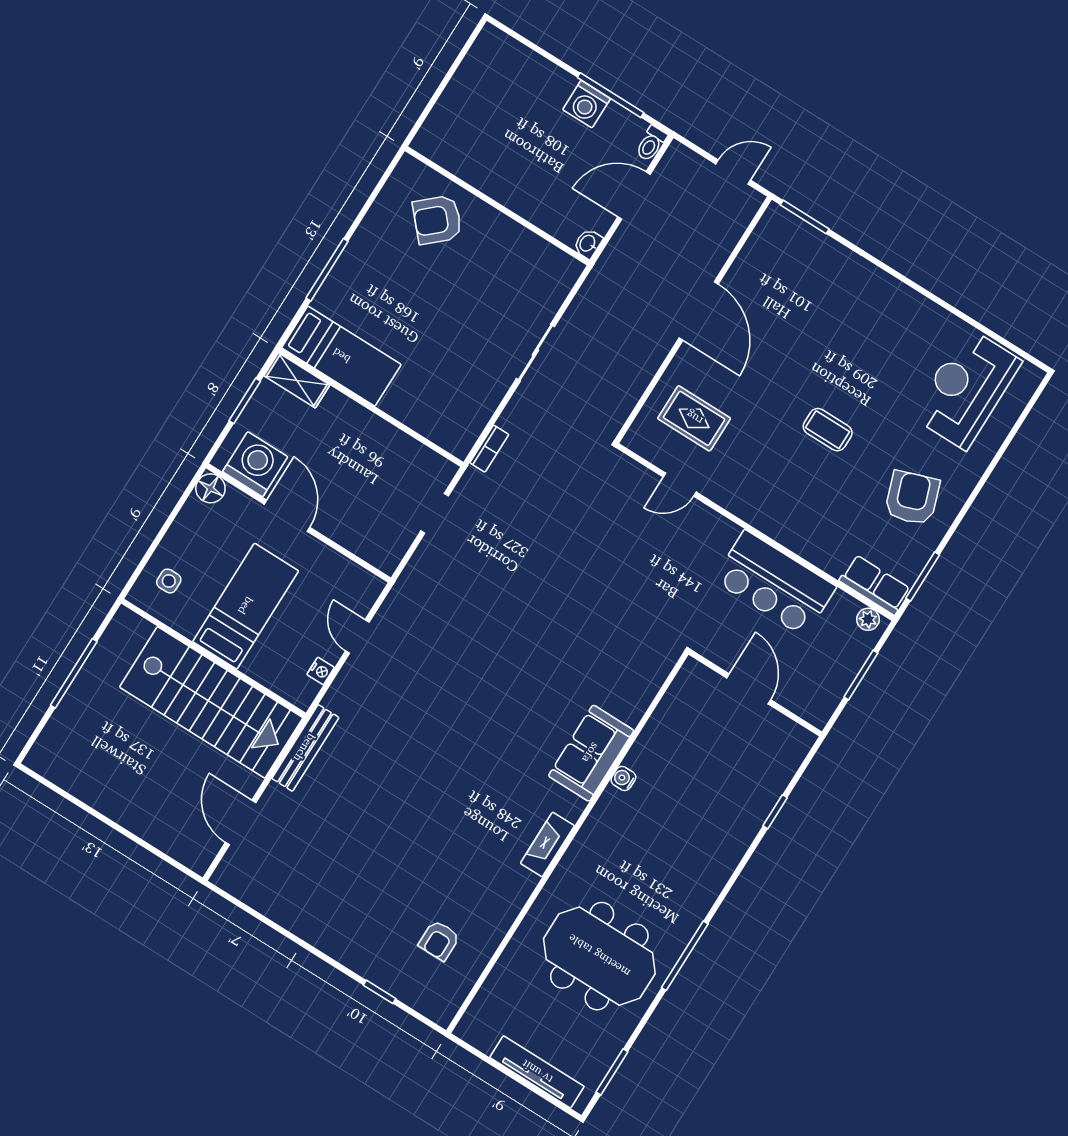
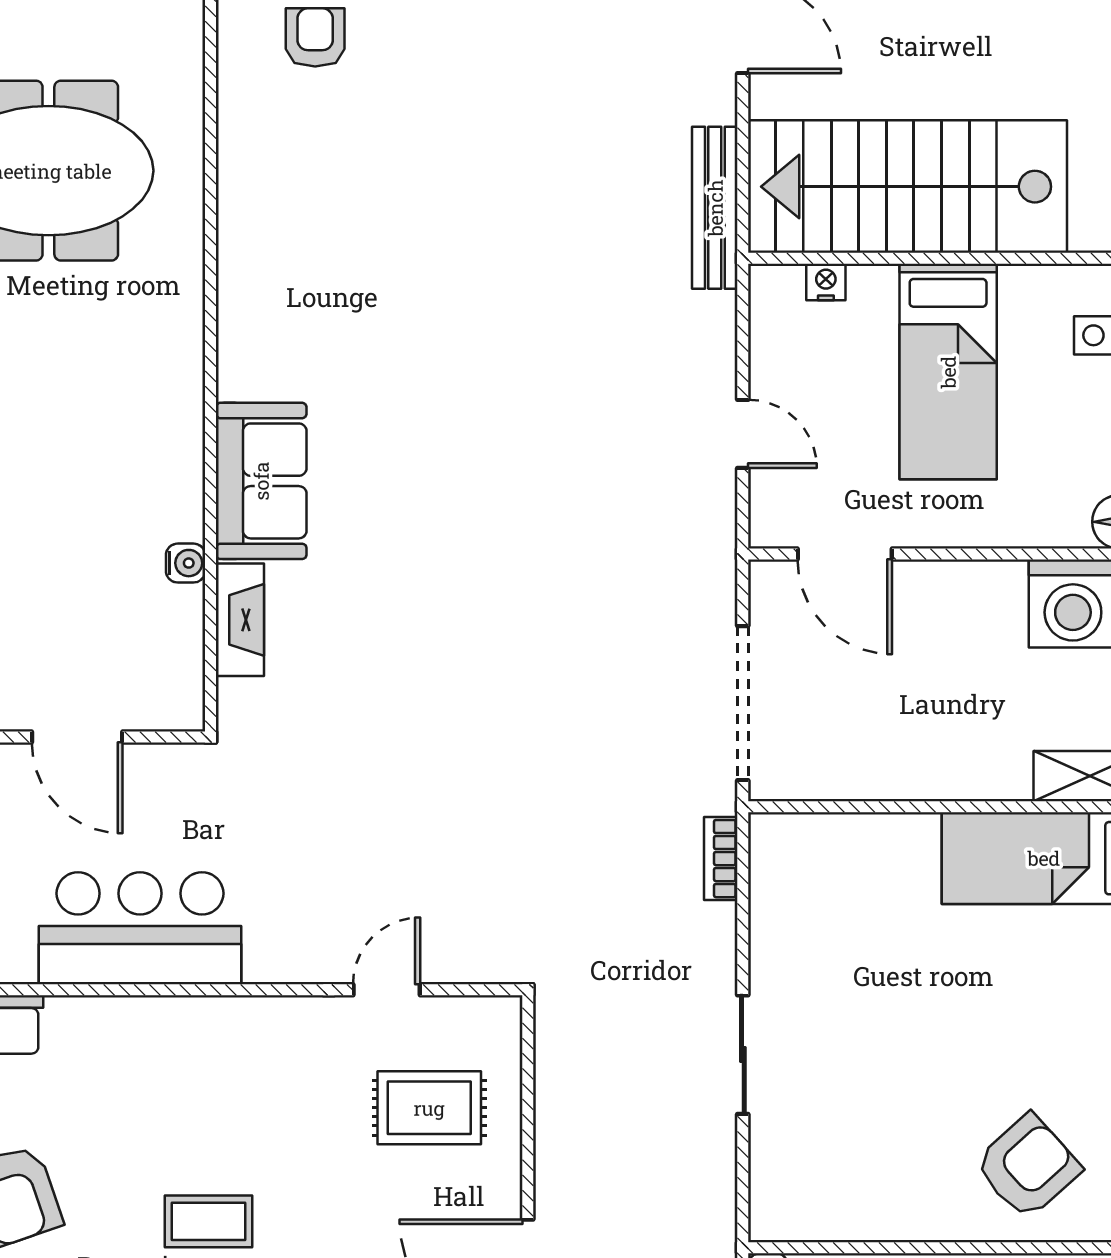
doorway: (435, 513) -> (743, 703), width x1.87
door: (287, 516) -> (845, 554), moved
nightstand: (321, 671) -> (826, 282), moved, turned 90
water cooler: (623, 778) -> (186, 563), moved
fireplace: (547, 844) -> (240, 620), moved

